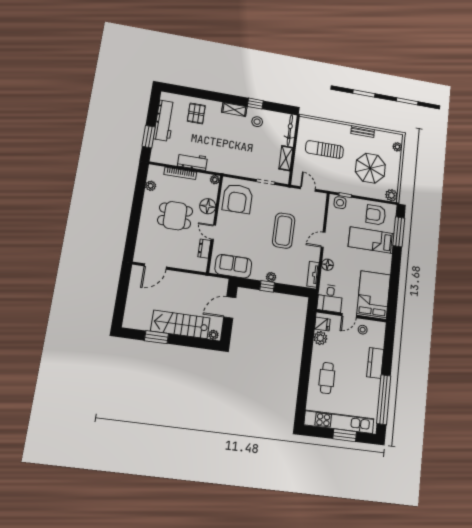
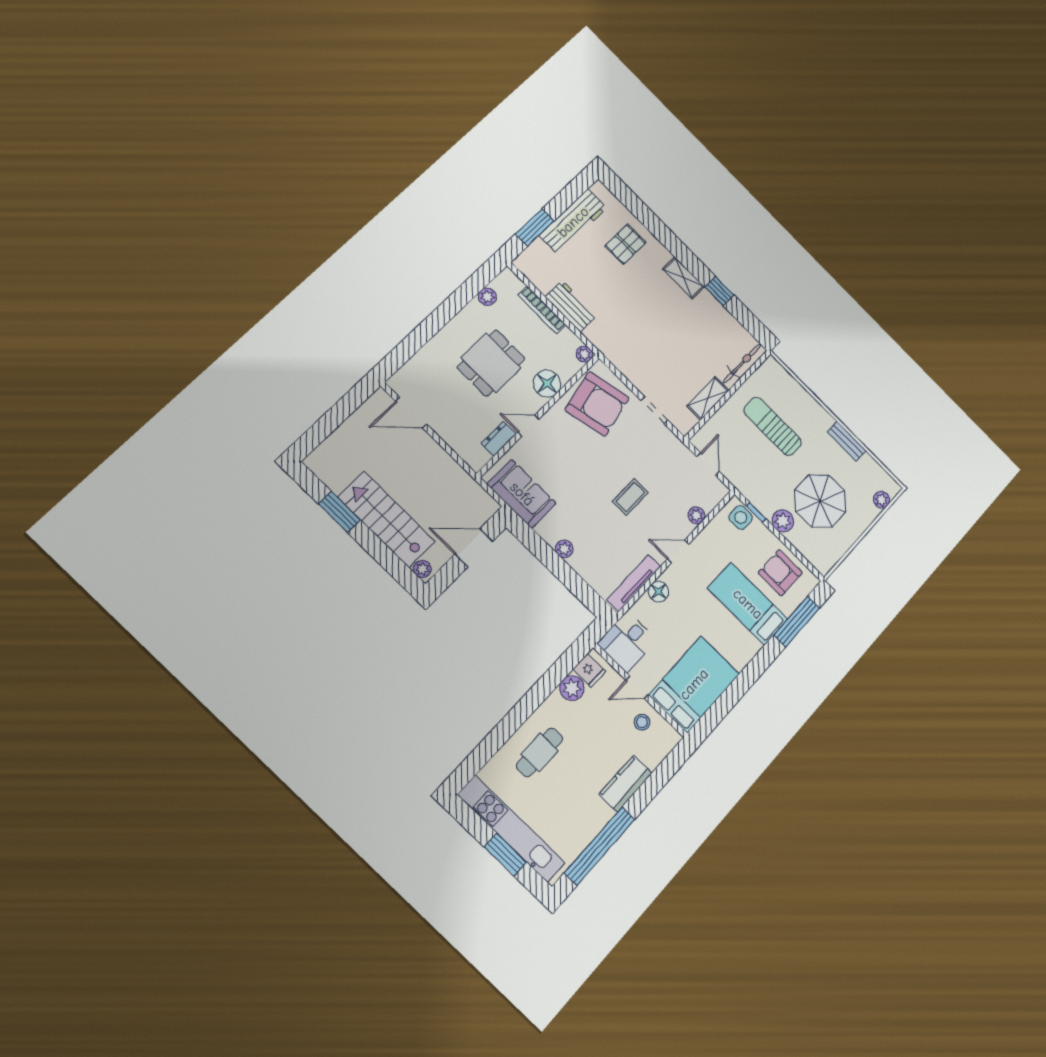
stool: (257, 122) -> (704, 318), removed
plant: (391, 195) -> (783, 521), moved
armchair: (237, 199) -> (597, 404), turned -102
dining table: (175, 216) -> (491, 363), turned 90
plant: (319, 217) -> (696, 515), added
coffee table: (284, 231) -> (630, 497), width x0.54, depth x0.58
door: (213, 232) -> (528, 426), hinge flipped
tv unit: (313, 274) -> (634, 583), width x1.41
window: (267, 286) -> (549, 558), removed

